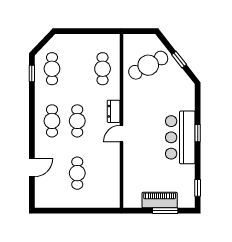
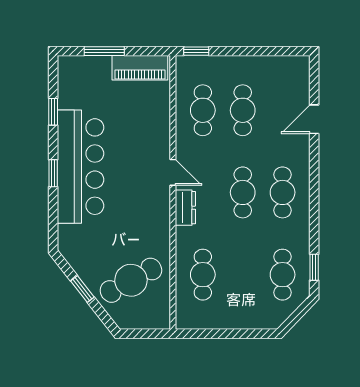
door: (122, 134) -> (173, 172), hinge flipped
bar counter: (180, 137) -> (81, 167), width x1.36
cafe table: (103, 173) -> (203, 110), added
window: (198, 188) -> (53, 112), moved
piano: (160, 200) -> (140, 68), moved
window: (107, 211) -> (196, 51), added

